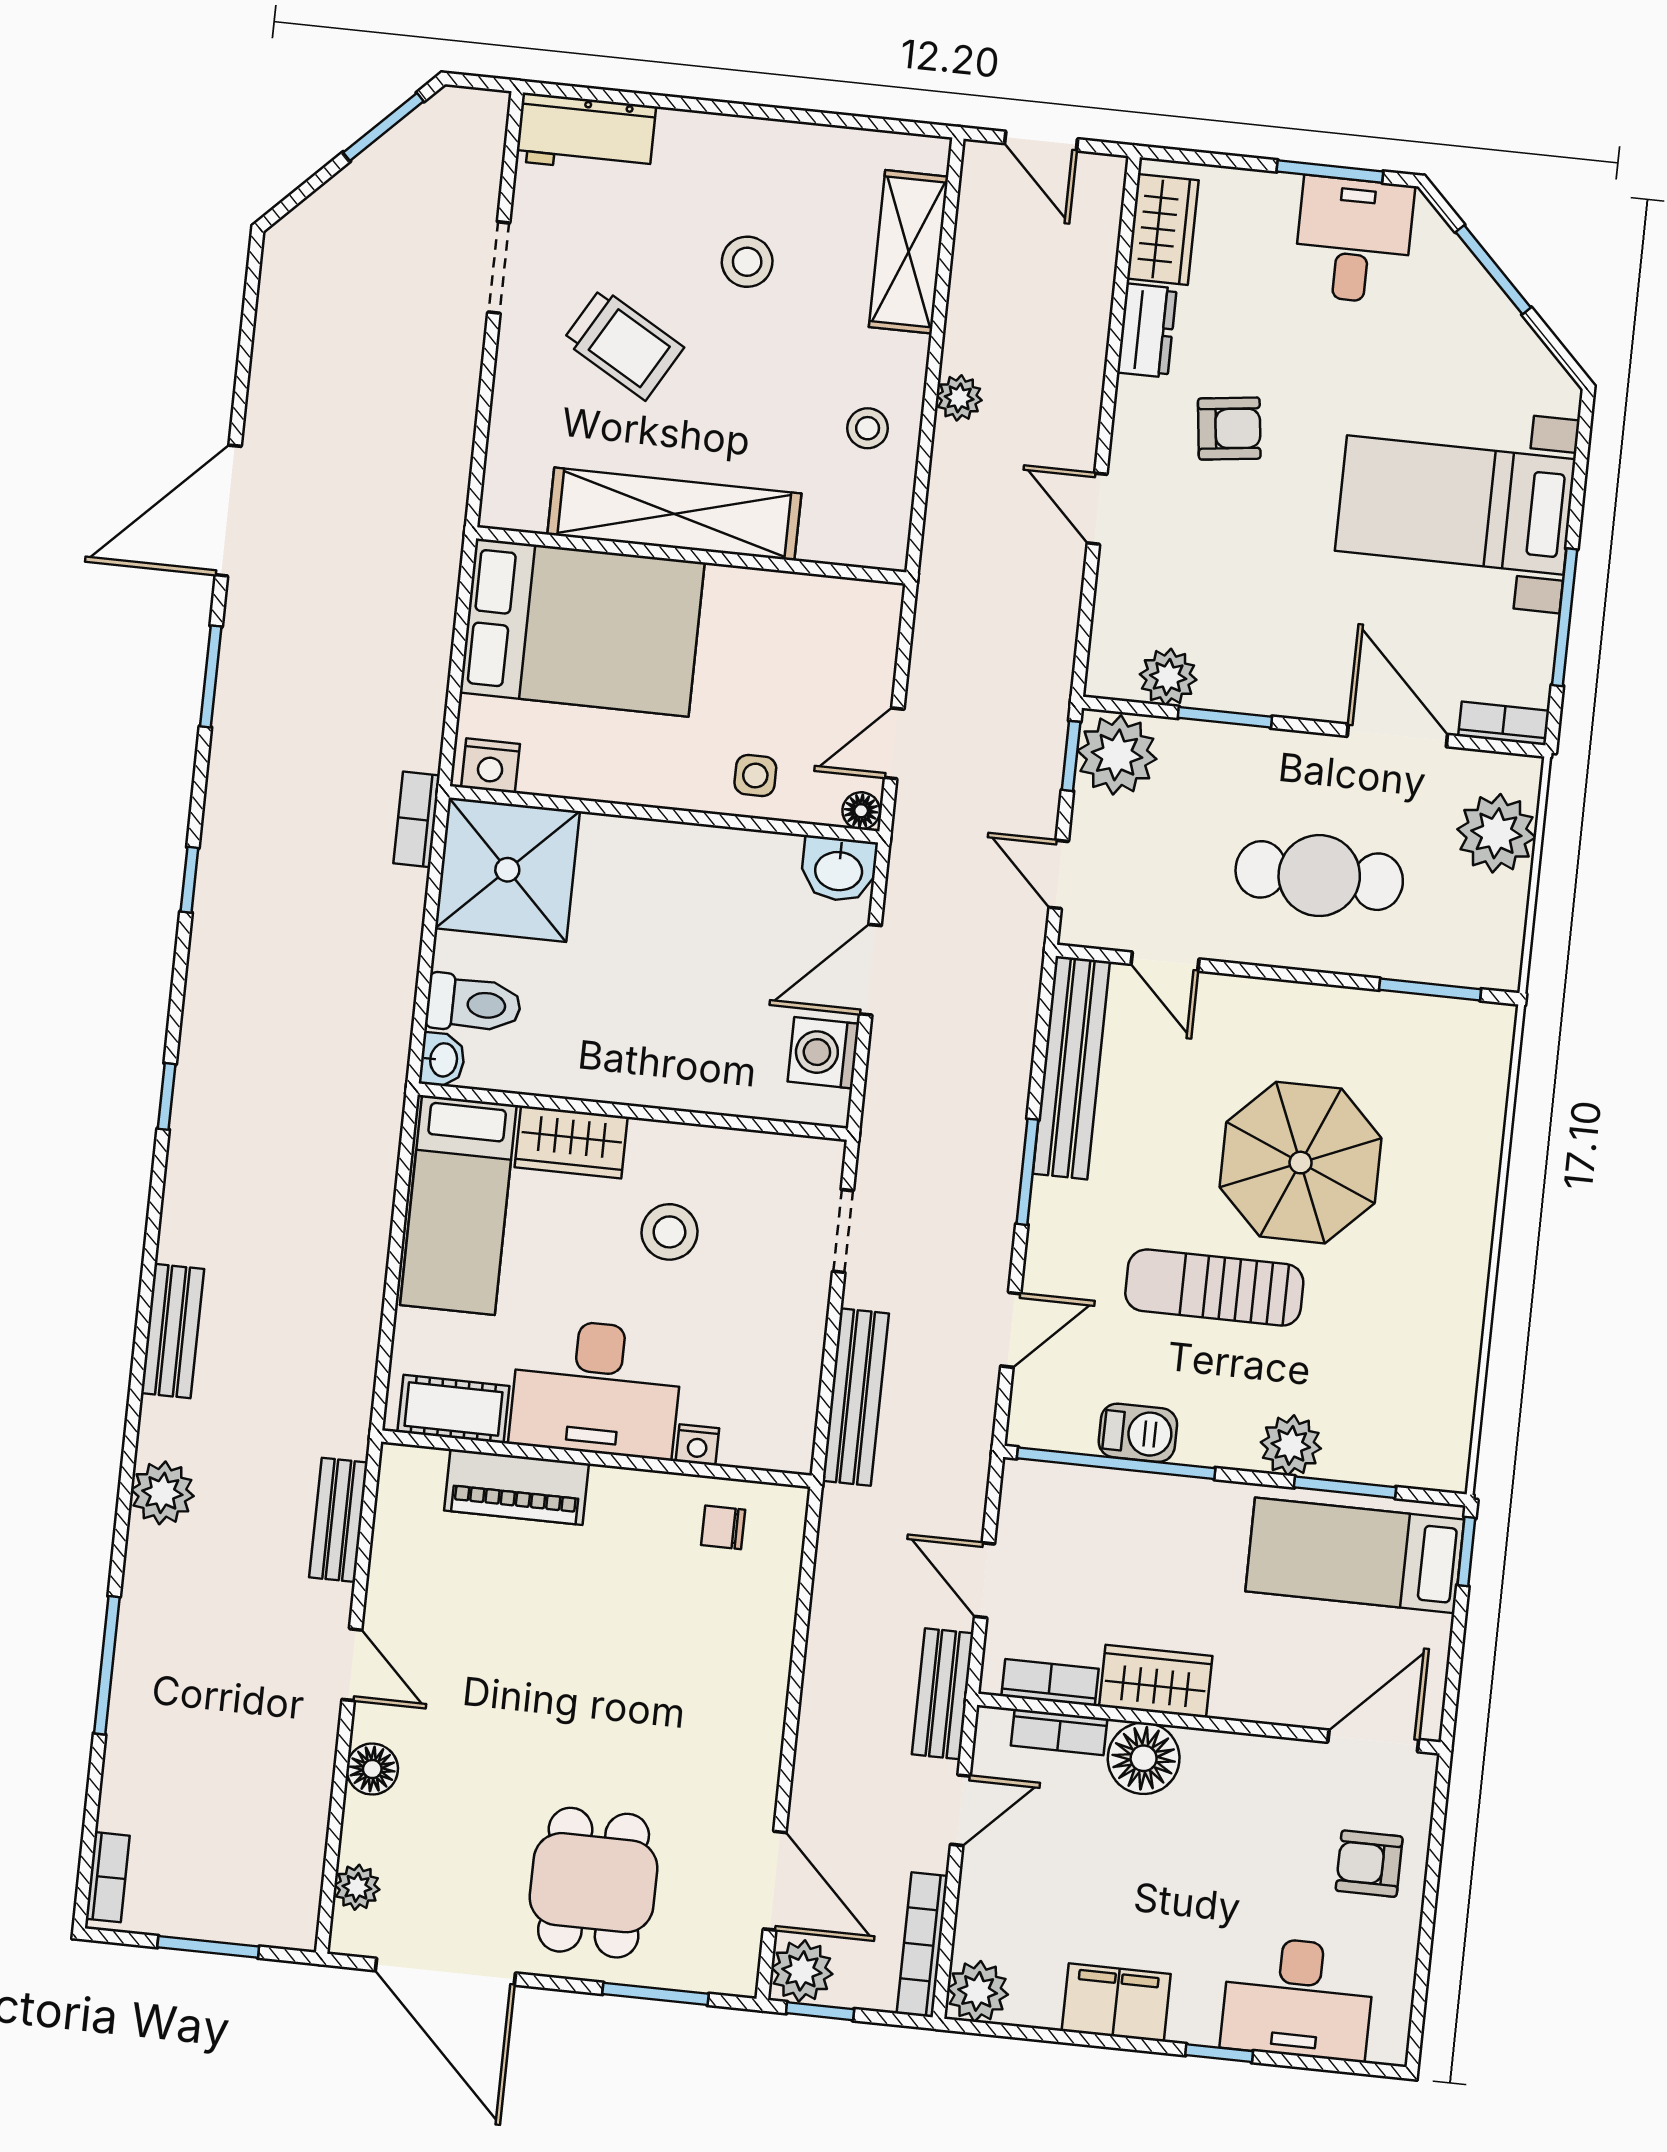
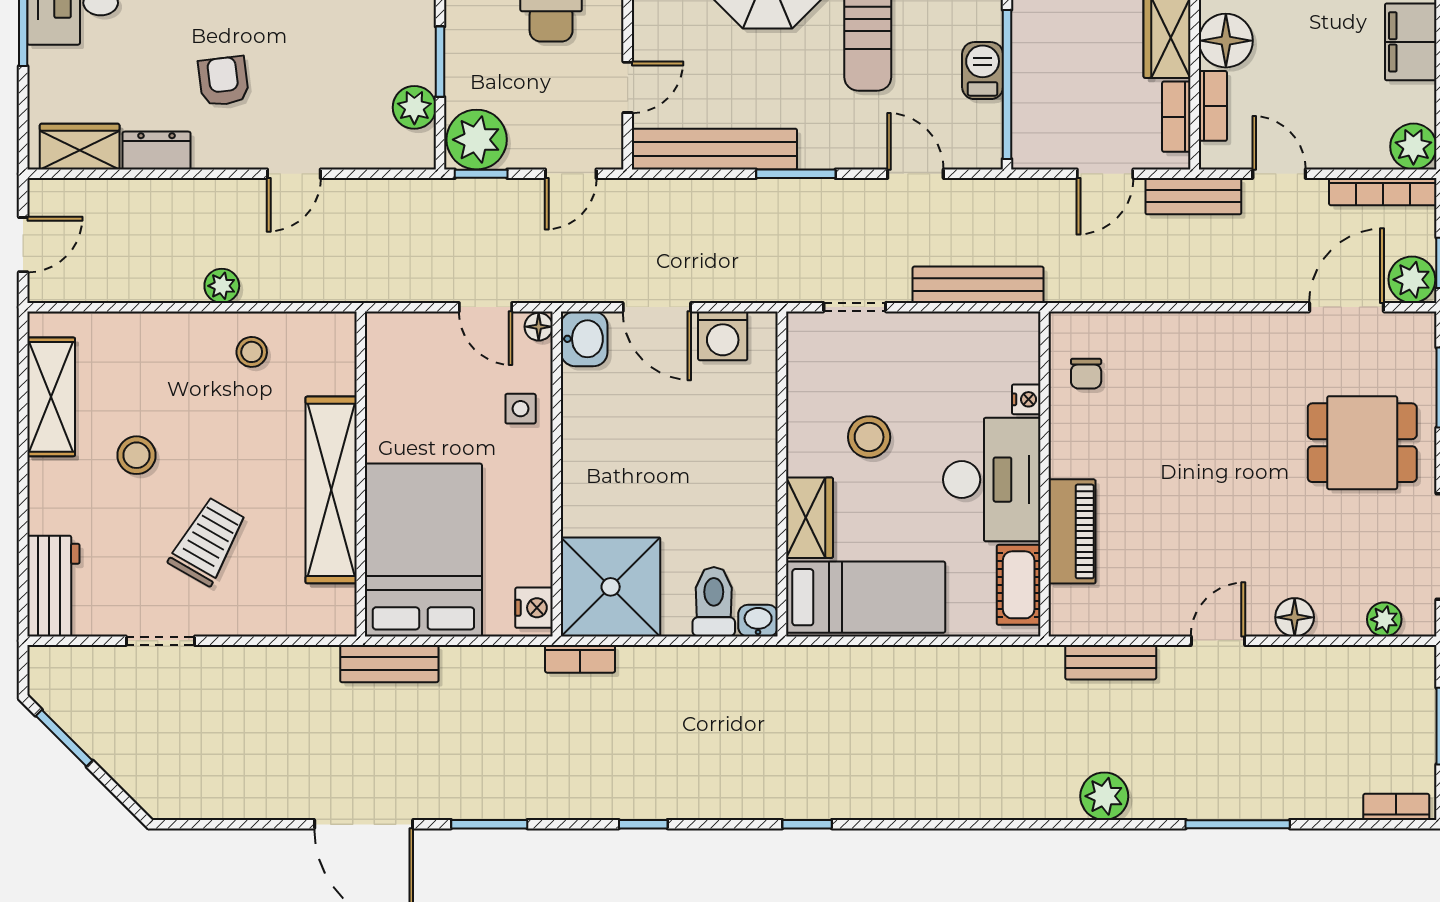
shelving: (909, 252) -> (51, 397), moved, turned 90
bench: (173, 1331) -> (389, 664), moved

